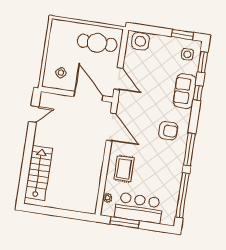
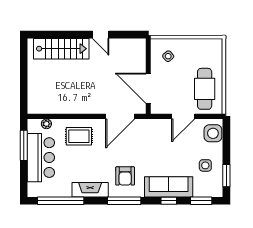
side table: (187, 54) -> (205, 165), moved
door: (118, 79) -> (183, 116), moved
sofa: (185, 91) -> (169, 187), width x1.36
door: (88, 96) -> (148, 88), swing flipped
door: (34, 114) -> (101, 35), moved
window: (189, 149) -> (124, 201), moved
fireplace: (176, 166) -> (90, 190), added

